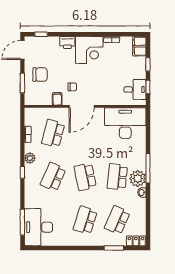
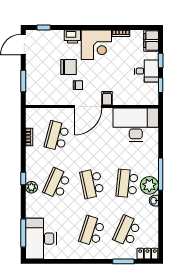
chair: (40, 75) -> (69, 67), moved
desk: (135, 90) -> (146, 71), moved
filing cabinet: (57, 99) -> (107, 98), moved
plant: (30, 158) -> (31, 187), moved

